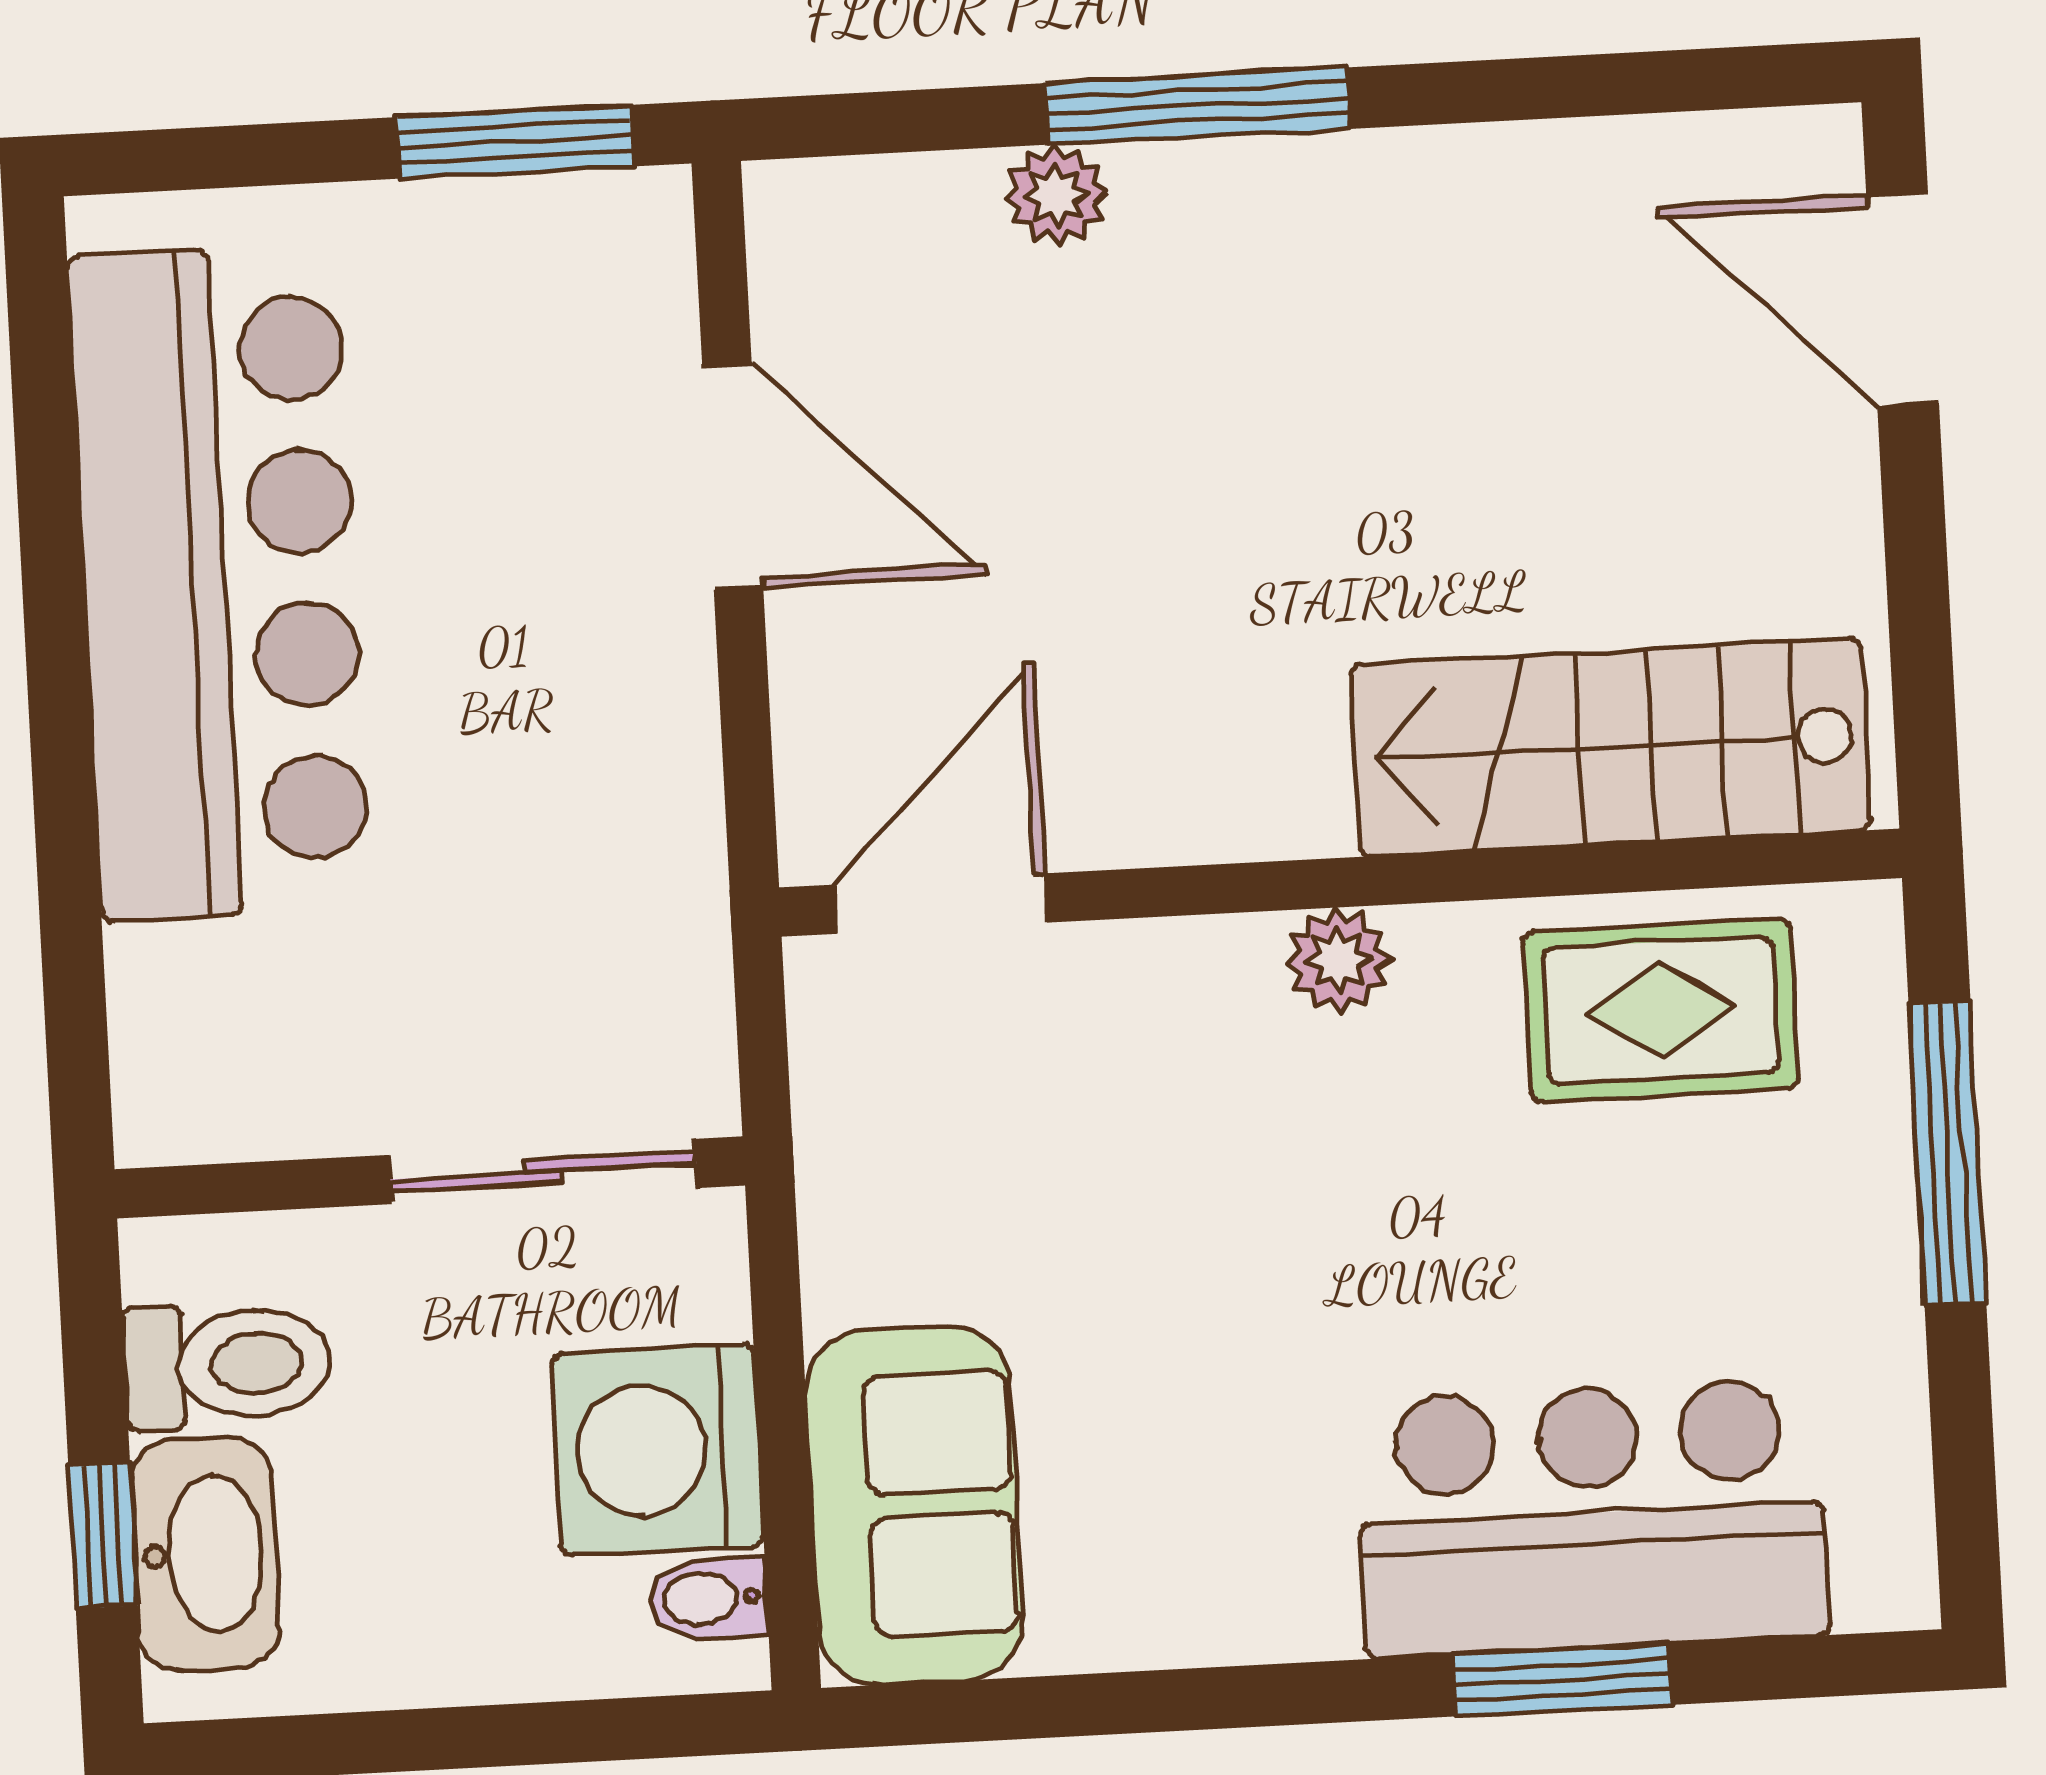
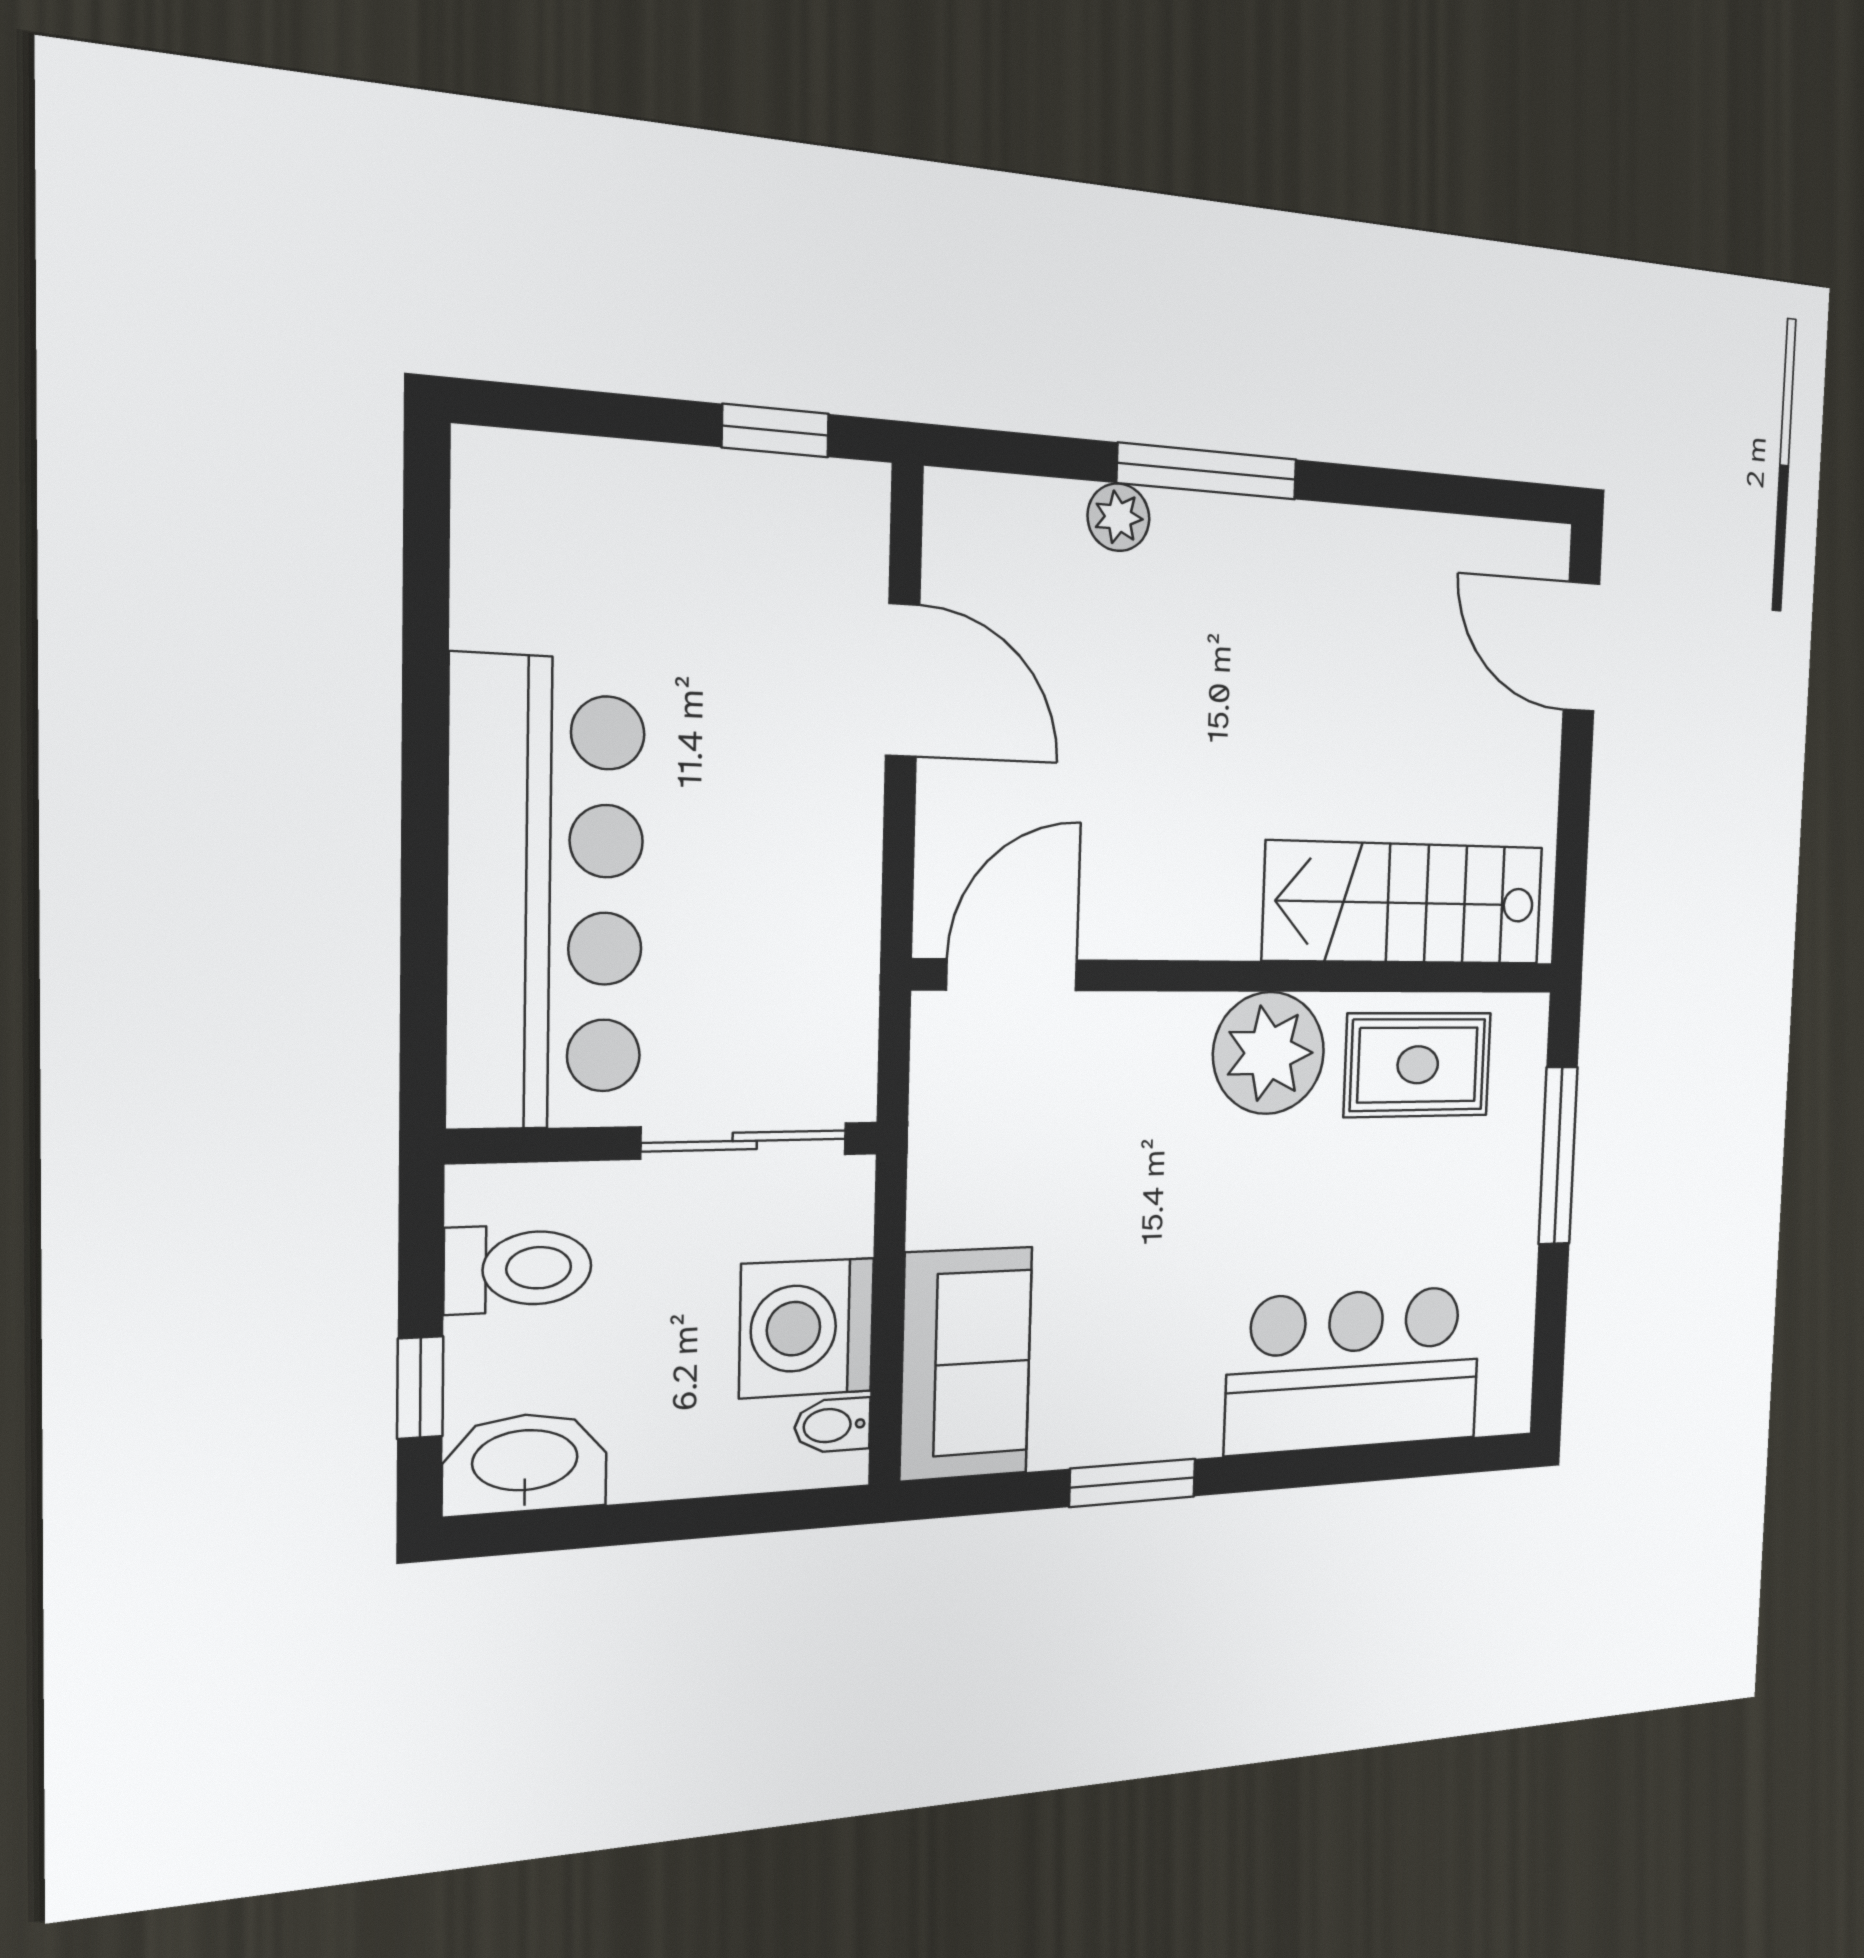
window: (515, 142) -> (775, 431), width x0.67
bar counter: (220, 582) -> (546, 894), moved
plant: (1339, 960) -> (1269, 1053), width x1.88, depth x1.88
washbasin: (206, 1554) -> (525, 1463), moved, turned -90
window: (1562, 1680) -> (1133, 1483), moved

